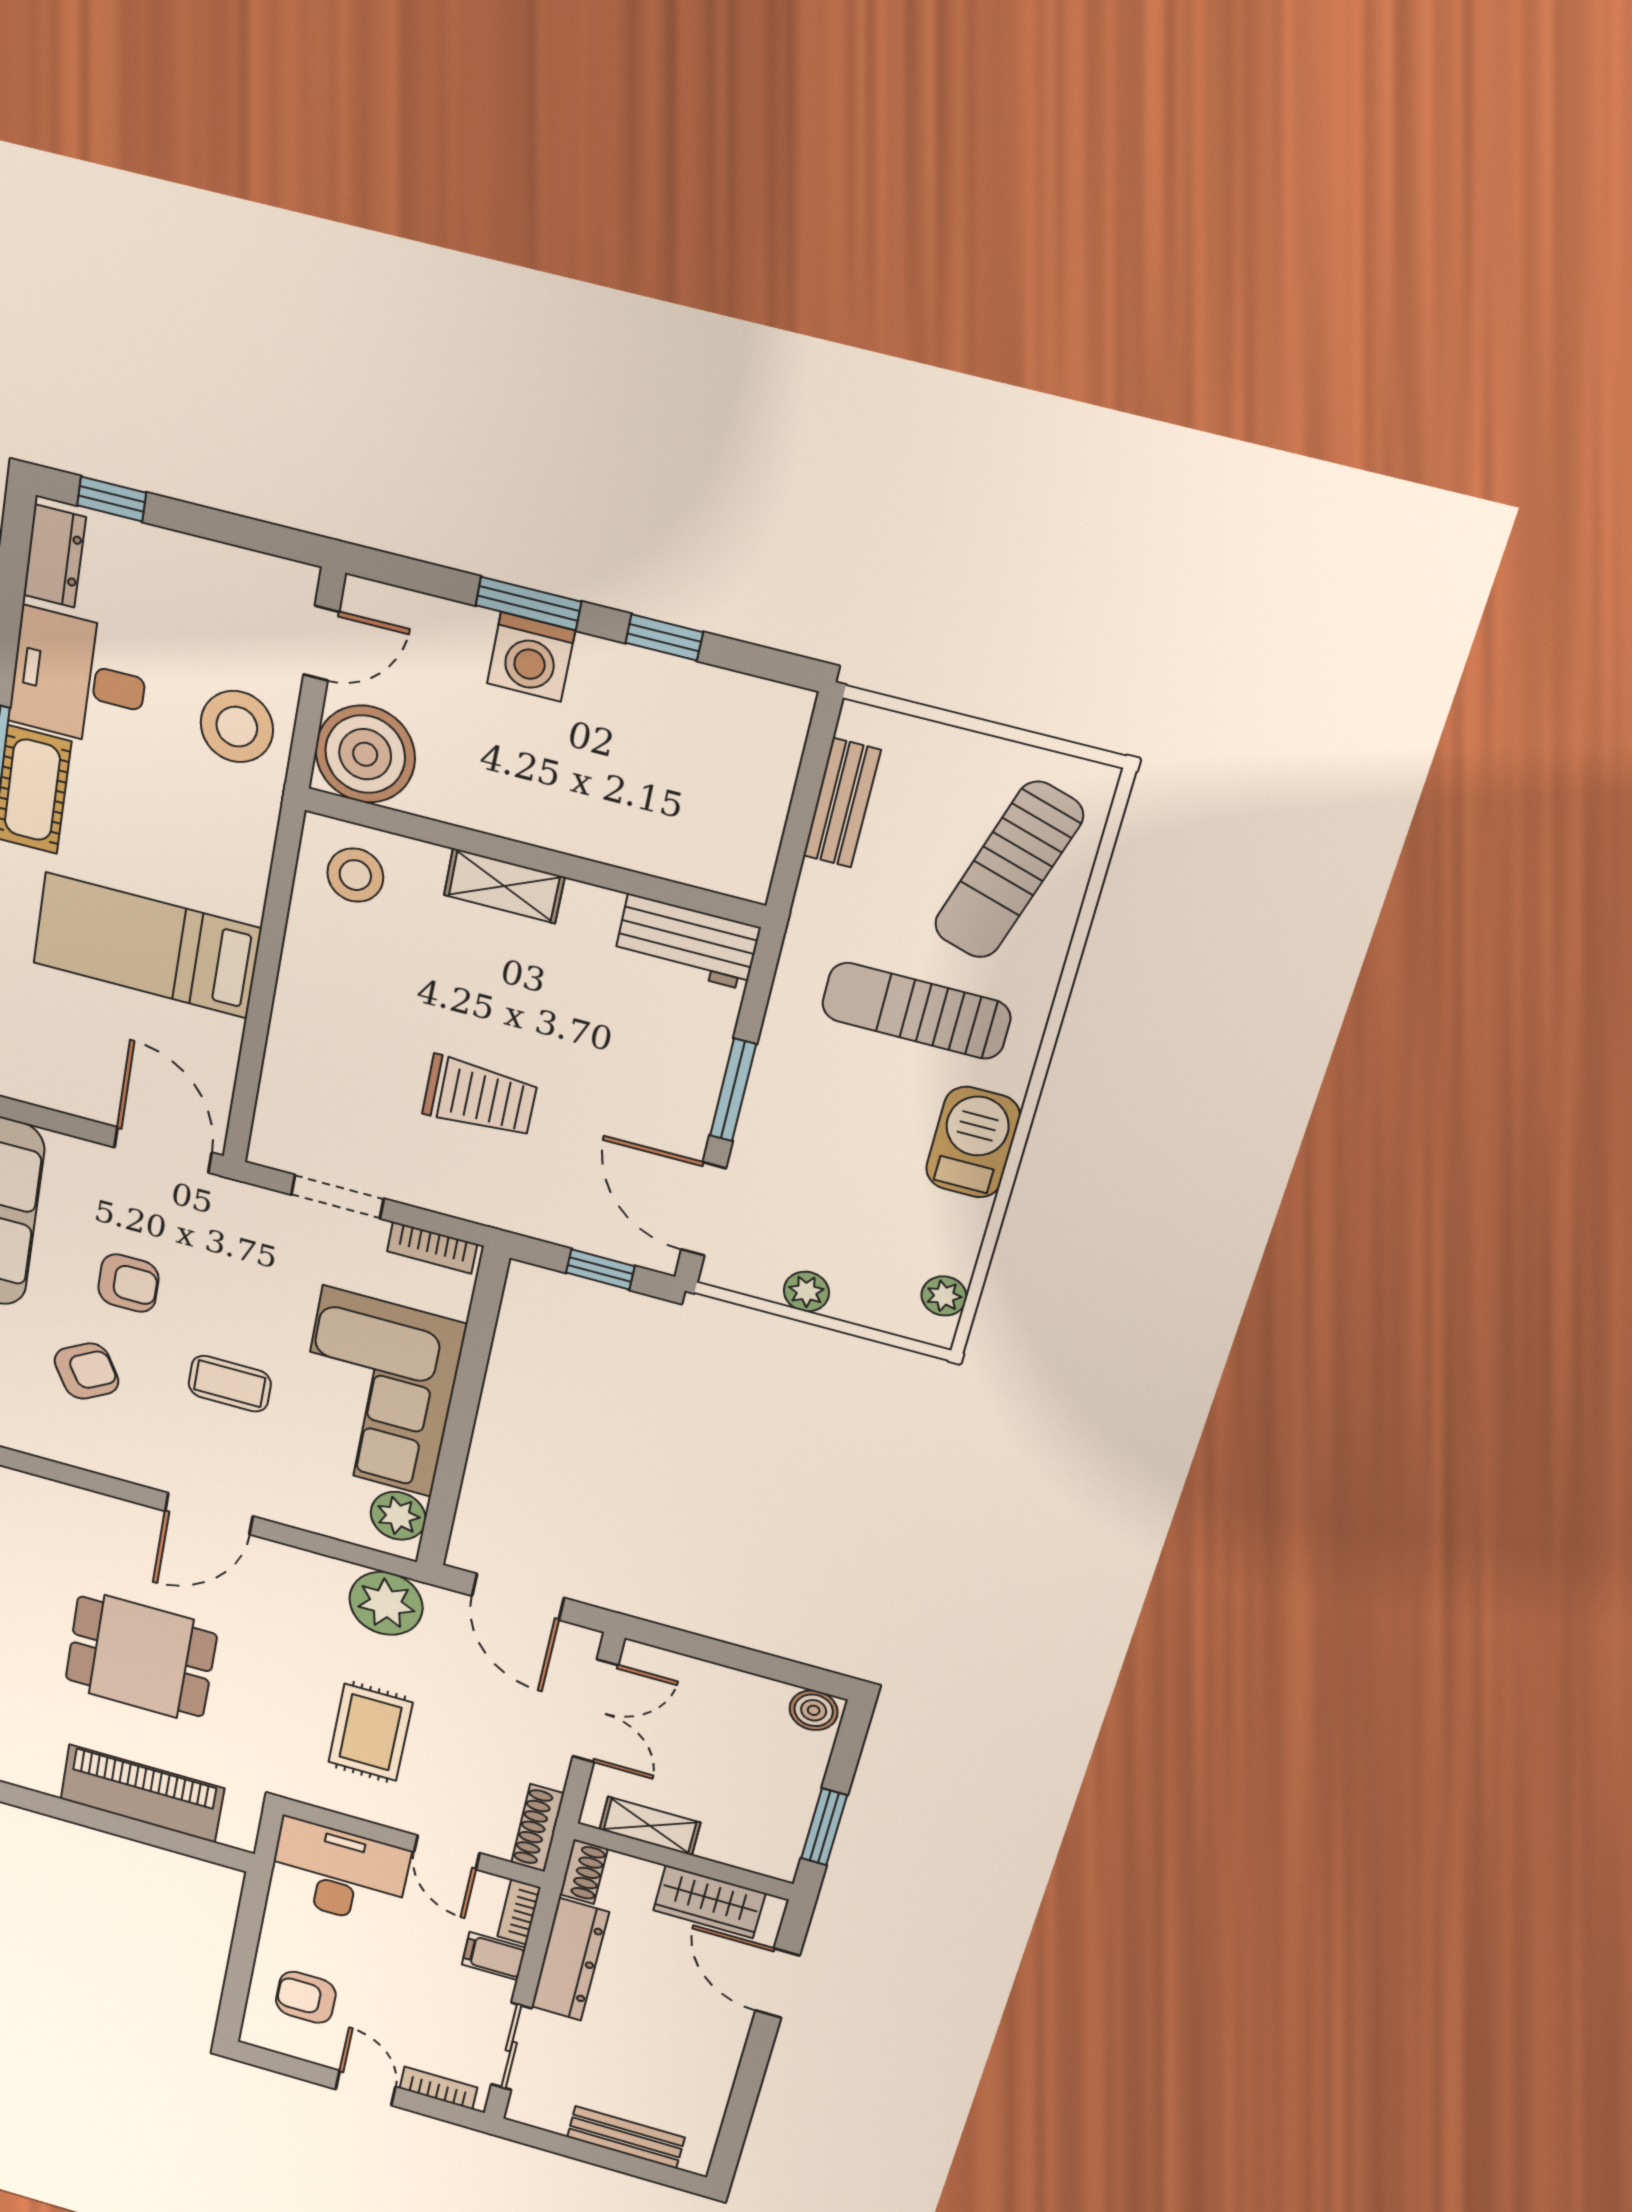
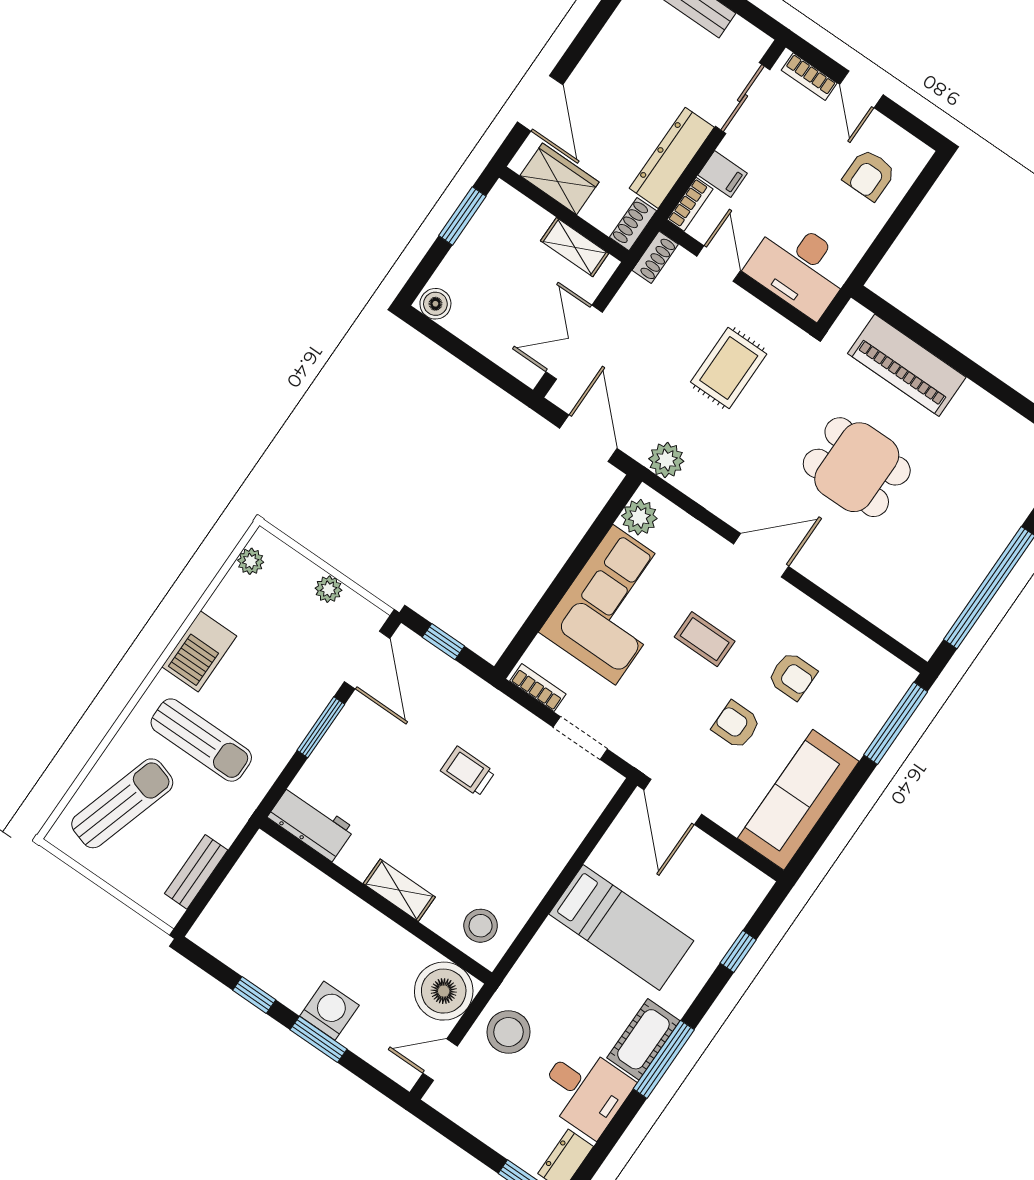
trolley: (480, 1097) -> (468, 771), width x0.73, depth x0.72
armchair: (86, 1371) -> (792, 676), turned -150
plant: (386, 1603) -> (666, 460), width x0.73, depth x0.73
shoe rack: (538, 1828) -> (655, 257), width x0.70
armchair: (306, 1997) -> (869, 175), turned 90

